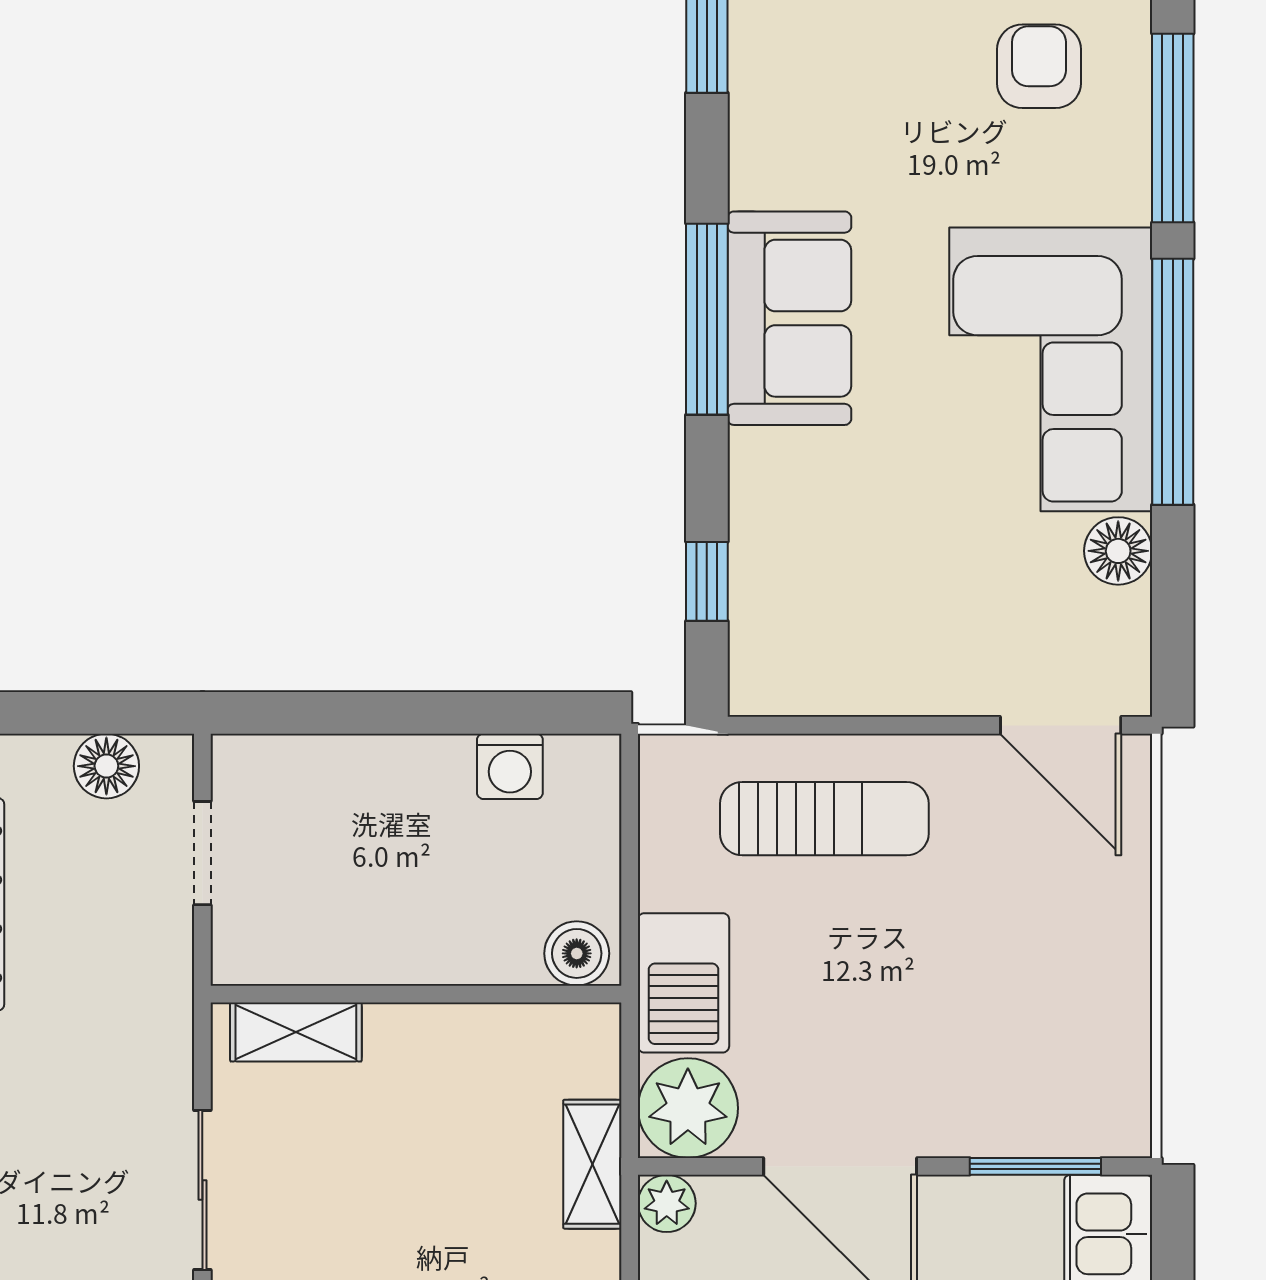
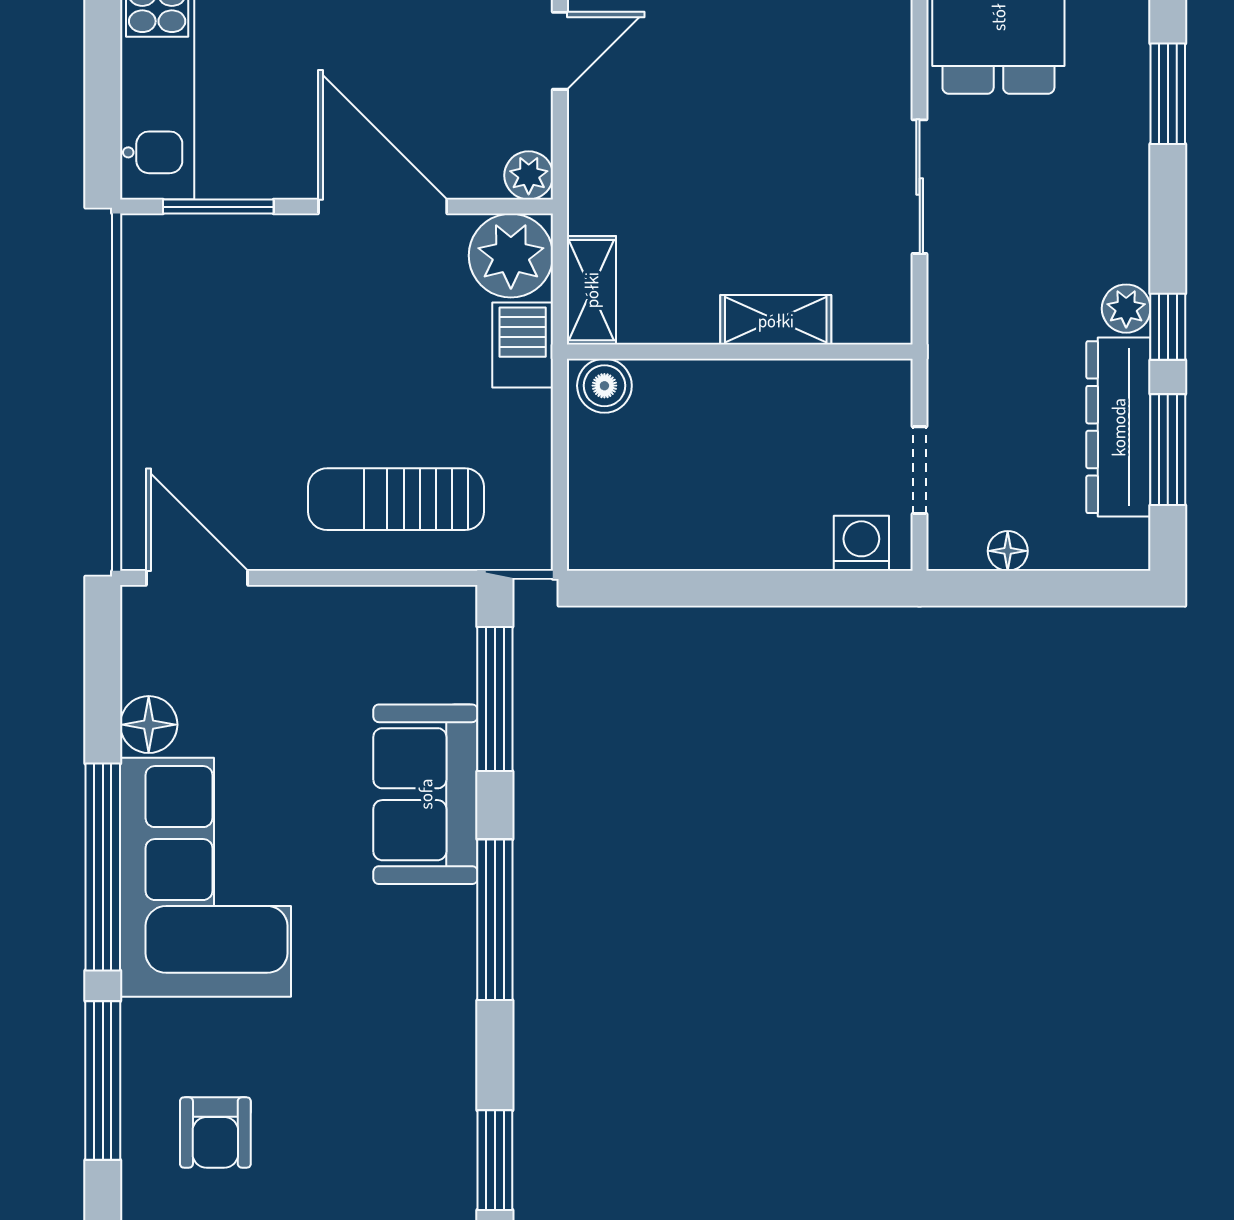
sofa: (789, 318) -> (425, 794), moved
window: (707, 581) -> (495, 699), width x2.17
floor lamp: (106, 766) -> (1008, 551), width x0.73, depth x0.73
washing machine: (510, 766) -> (861, 543), moved
barbecue: (683, 983) -> (523, 345), width x0.73, depth x0.79
shelving: (296, 1032) -> (776, 320), moved
shelving: (592, 1164) -> (591, 290), moved

